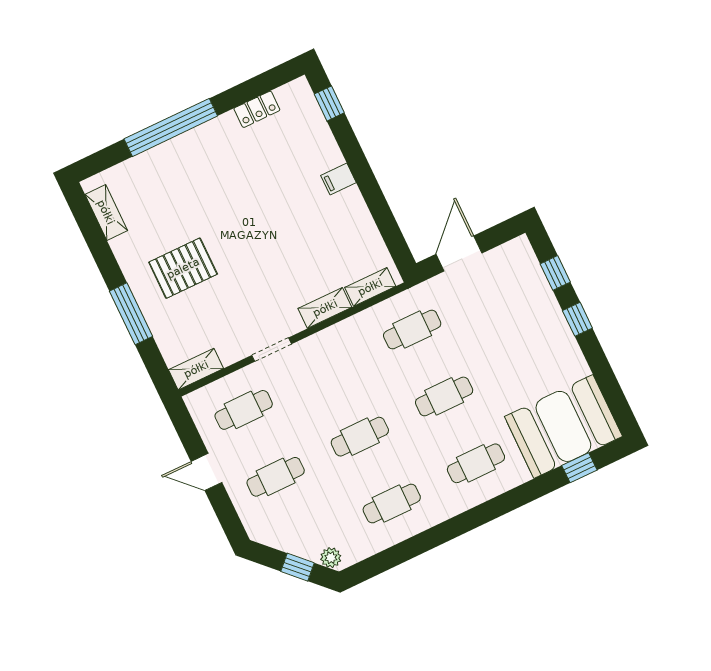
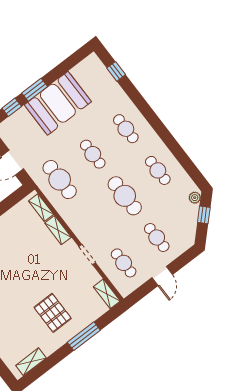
window: (577, 319) -> (35, 90), width x1.50
cafe table: (412, 330) -> (60, 180), width x1.37, depth x1.35
booth: (563, 426) -> (58, 103), moved, turned 90
cafe table: (360, 437) -> (125, 196), width x1.37, depth x1.35

